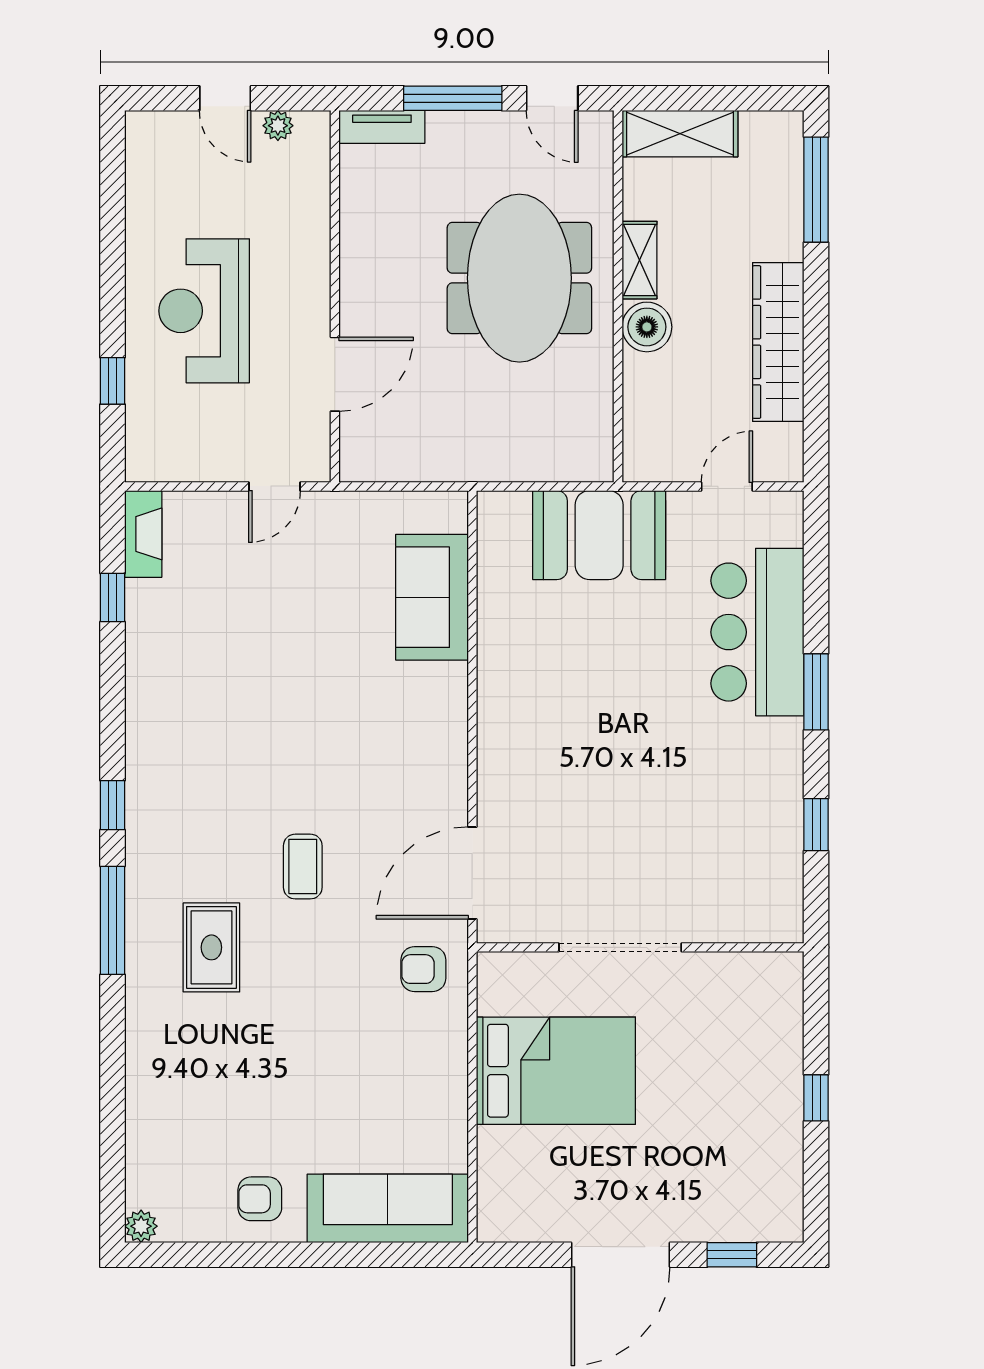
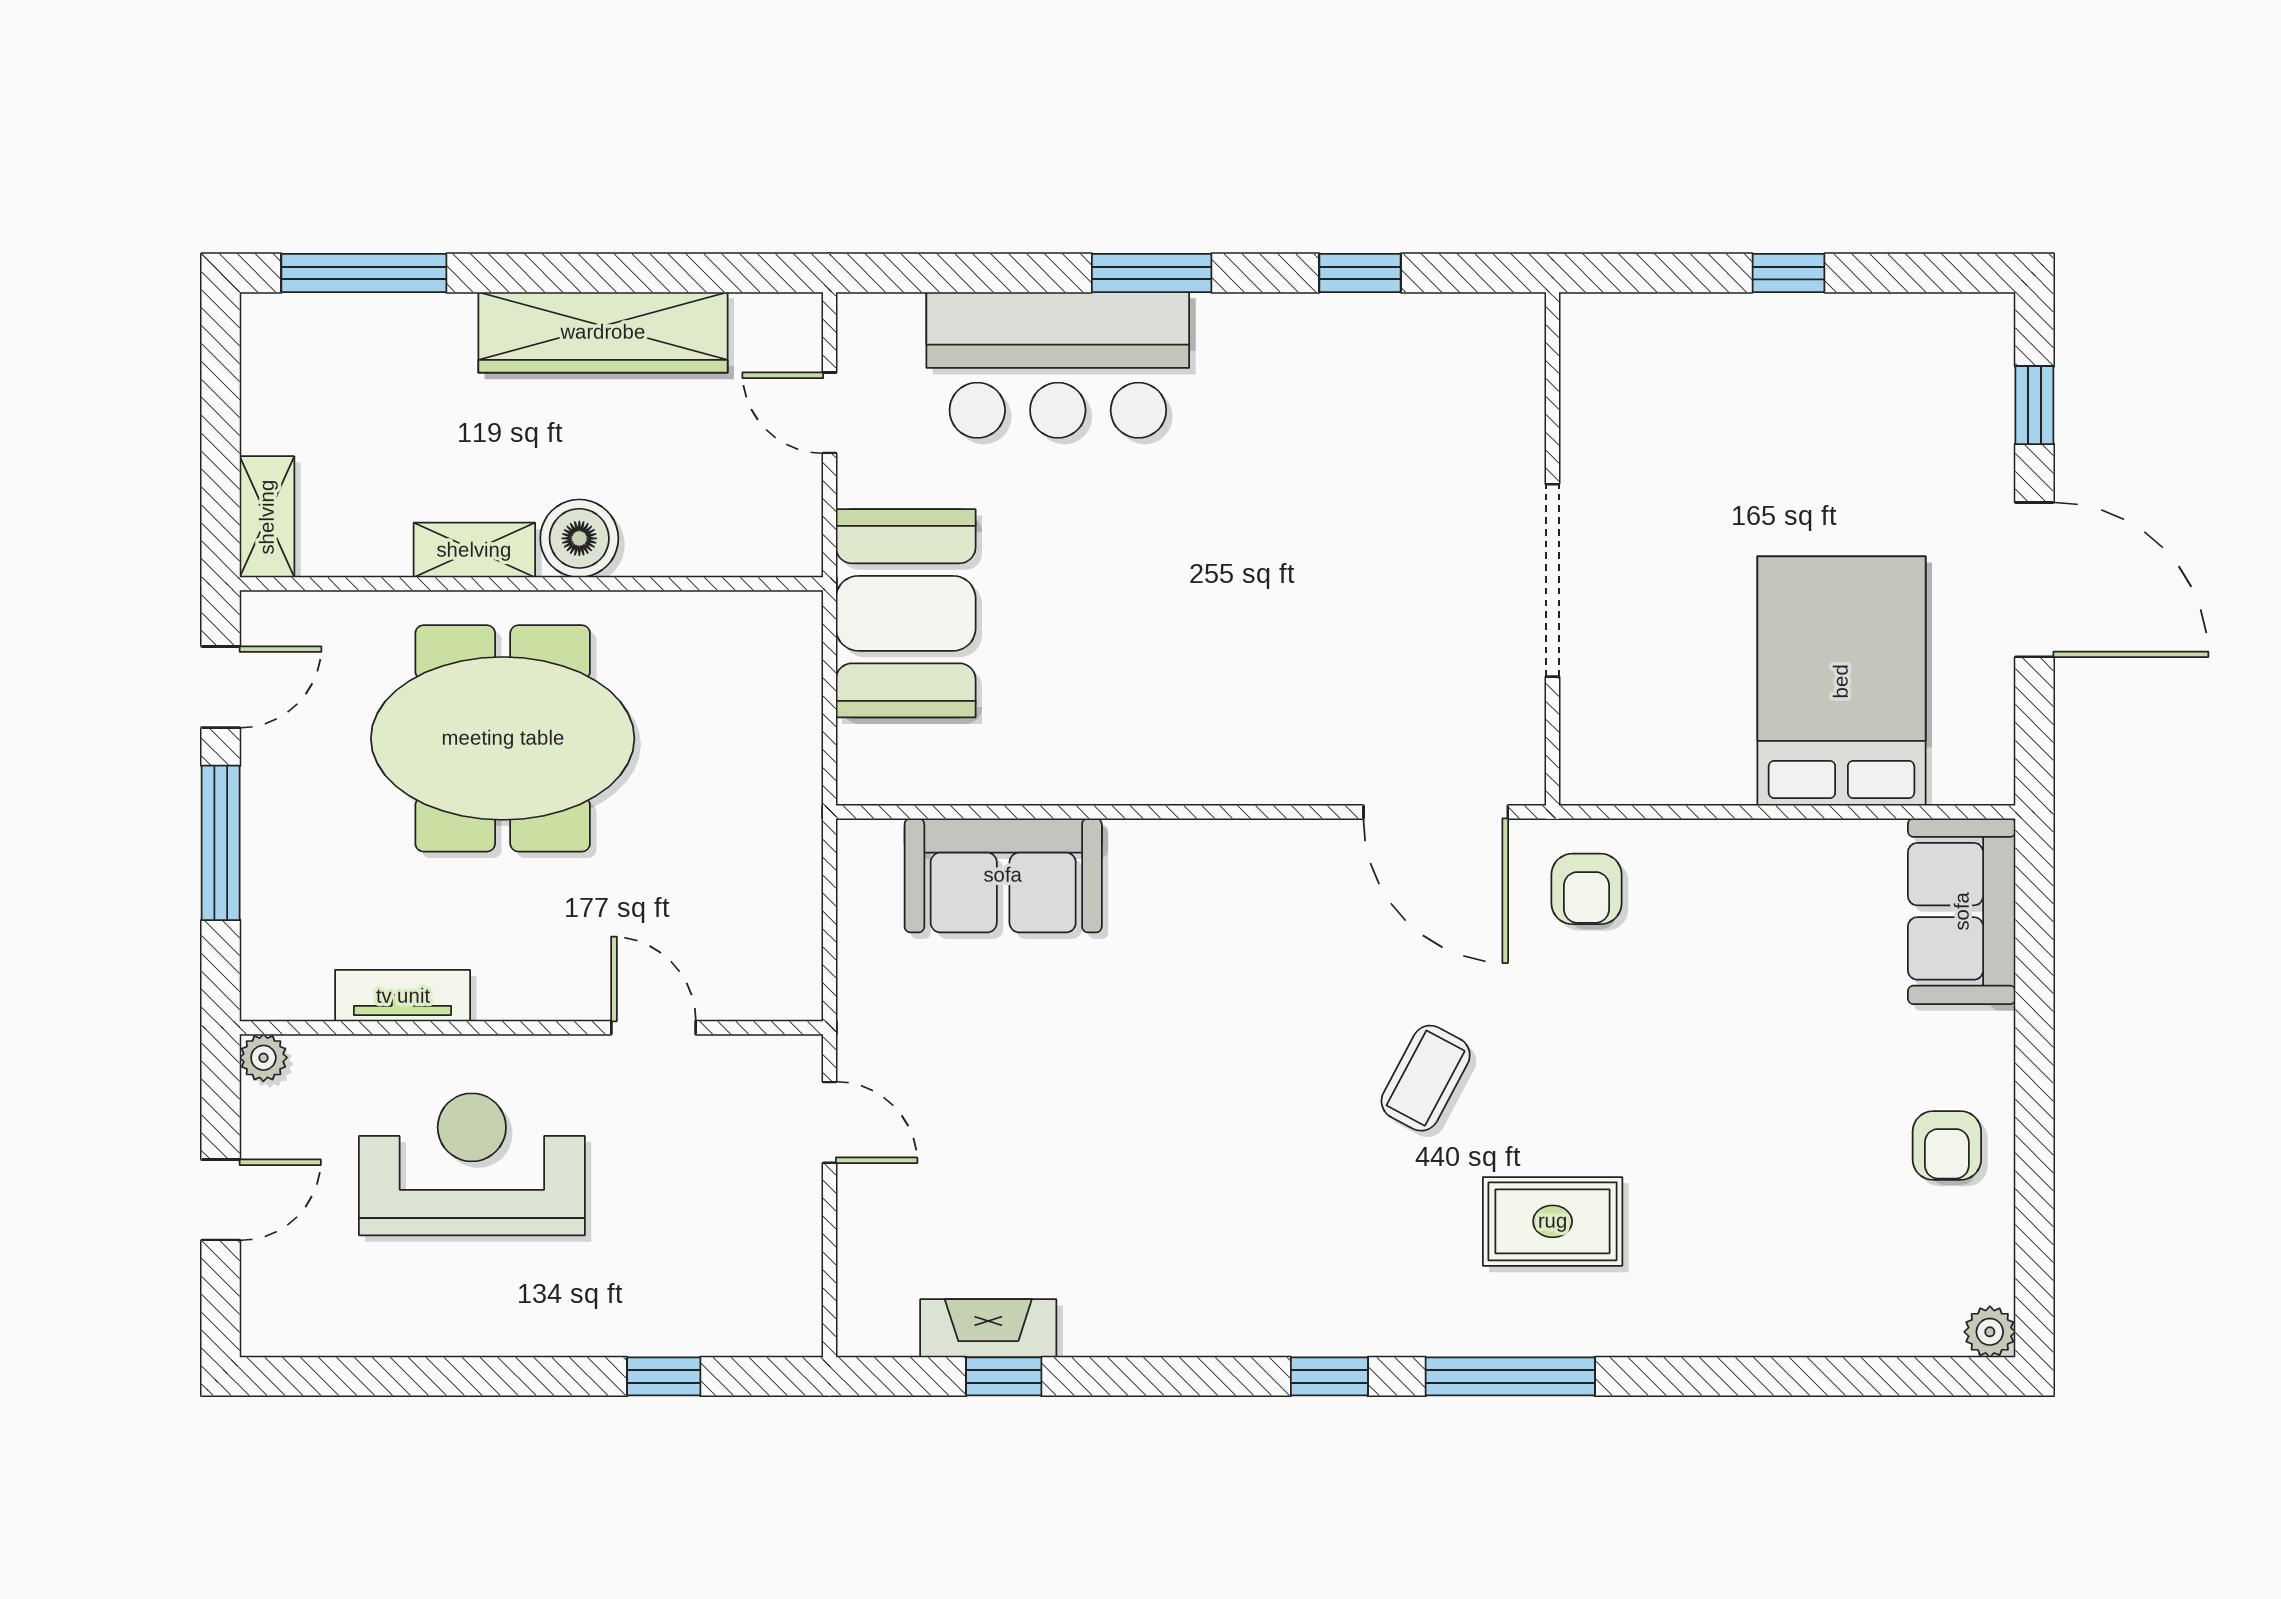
plant: (278, 126) -> (263, 1058), moved
tv unit: (382, 127) -> (403, 996), moved, turned -90
shelving: (680, 134) -> (267, 517), width x0.67, depth x0.75
reception desk: (204, 311) -> (472, 1164), moved, turned 180
door: (335, 374) -> (653, 1028), width x0.73
fireplace: (143, 534) -> (988, 1328), moved
coffee table: (303, 867) -> (1426, 1078), turned -62
bed: (556, 1071) -> (1841, 681), moved
sofa: (388, 1208) -> (1962, 911), width x0.73

